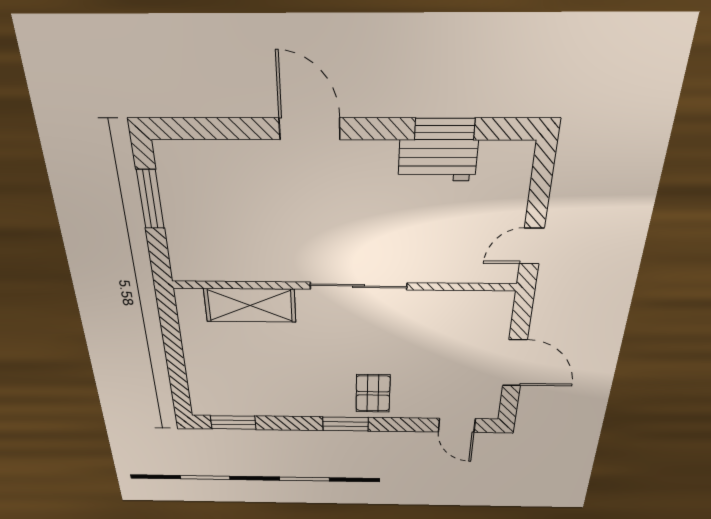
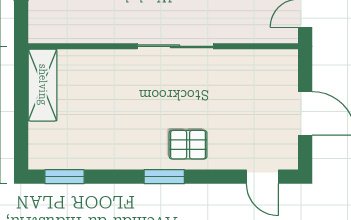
shelving: (250, 305) -> (43, 85), moved, turned 90
pallet: (373, 393) -> (188, 145), turned 90

